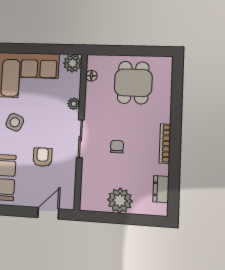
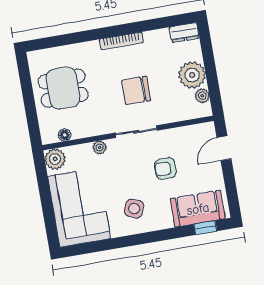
chair: (117, 147) -> (136, 90), width x1.87, depth x1.87
dresser: (161, 189) -> (184, 33), moved
plant: (99, 205) -> (202, 96), added
door: (48, 213) -> (224, 148), hinge flipped

